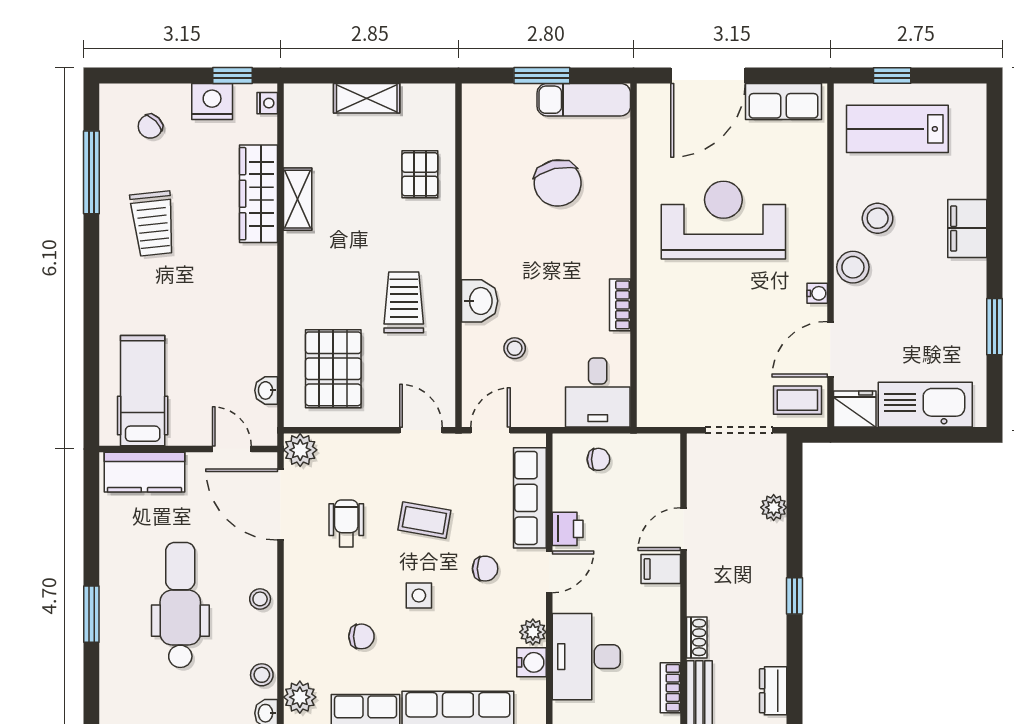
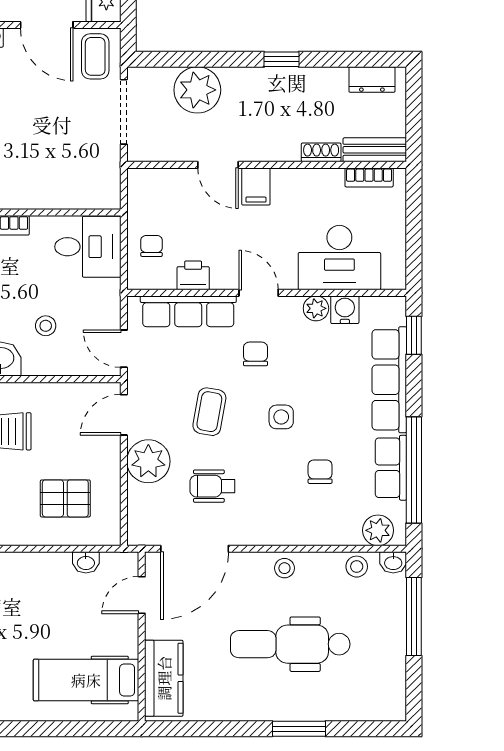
pallet: (333, 369) -> (65, 498), width x0.67, depth x0.71
plant: (300, 450) -> (148, 461), moved, width x1.36, depth x1.36
plant: (774, 507) -> (197, 90), width x1.87, depth x1.87
printer: (568, 529) -> (193, 275), moved

